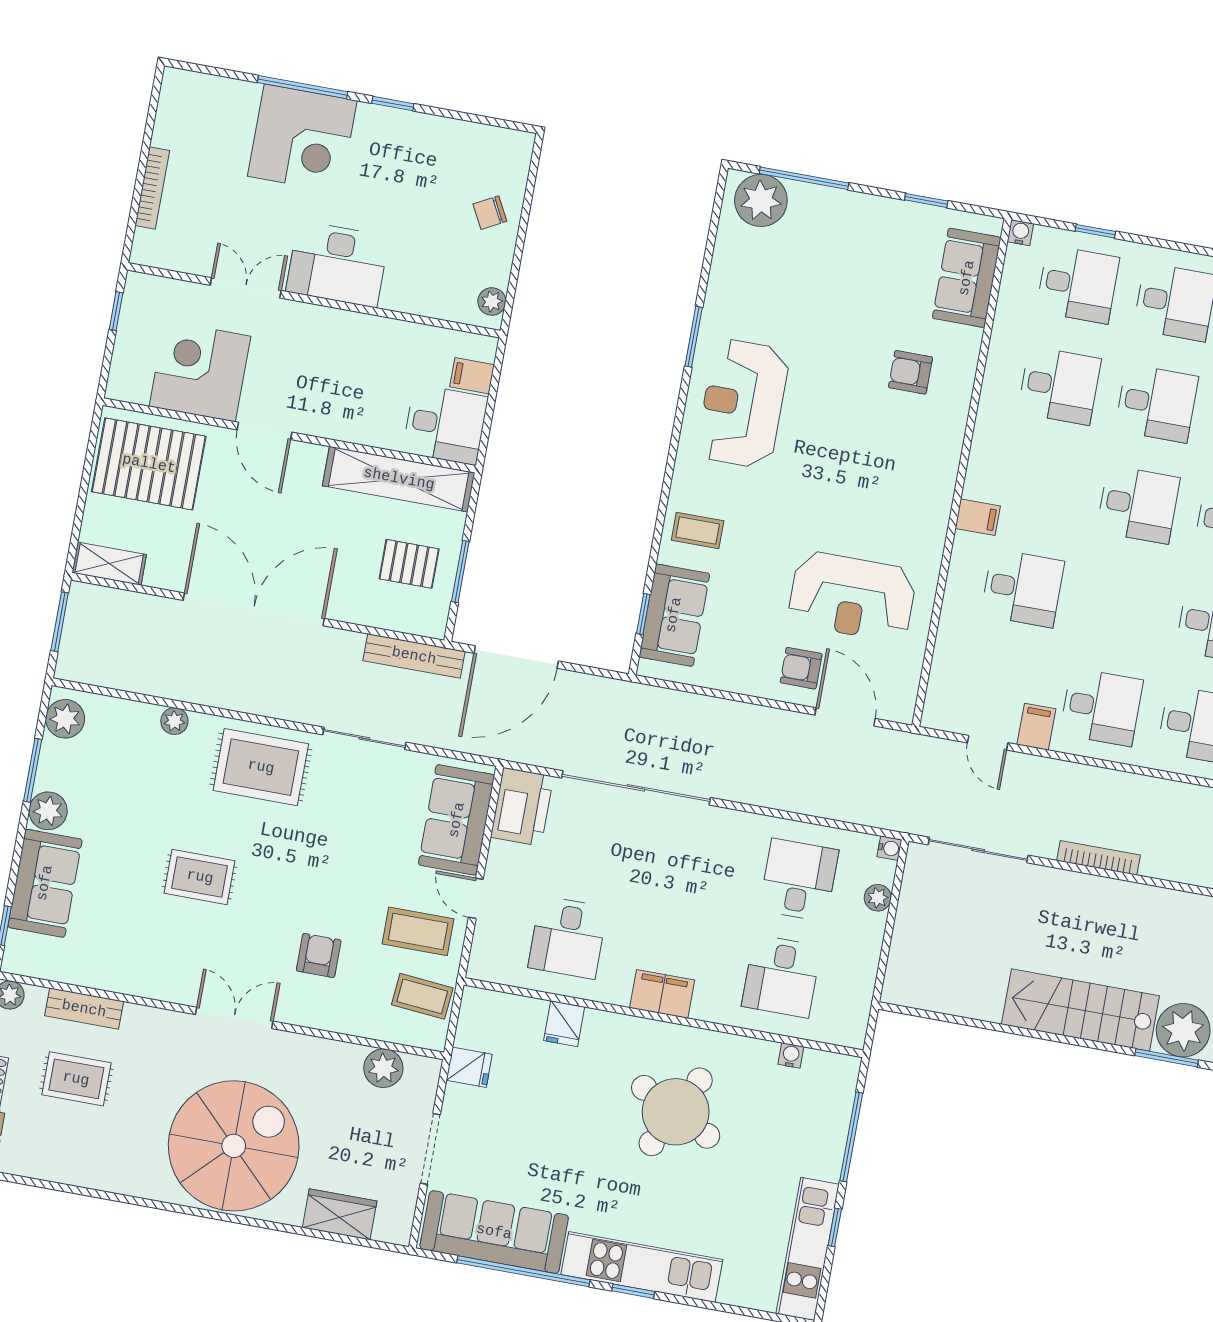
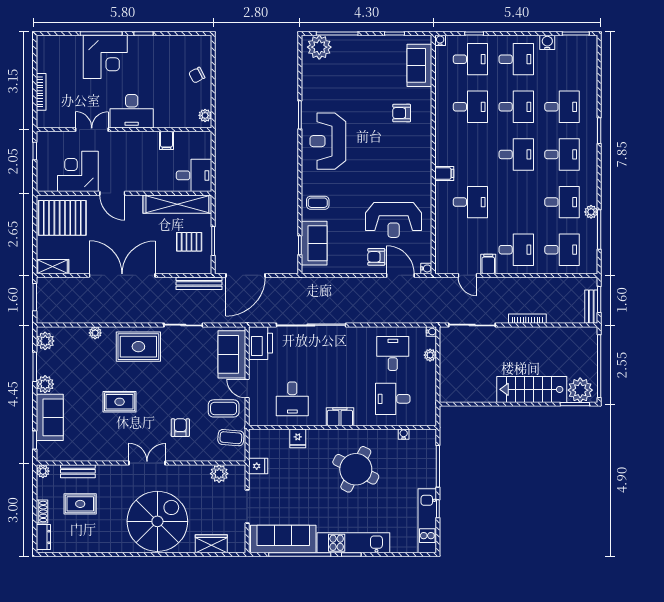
filing cabinet: (472, 376) -> (166, 140), moved, turned -90
water cooler: (903, 712) -> (426, 268), added
desk: (781, 976) -> (393, 399), turned 90

